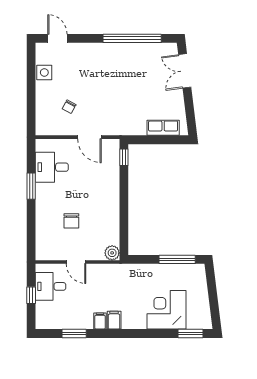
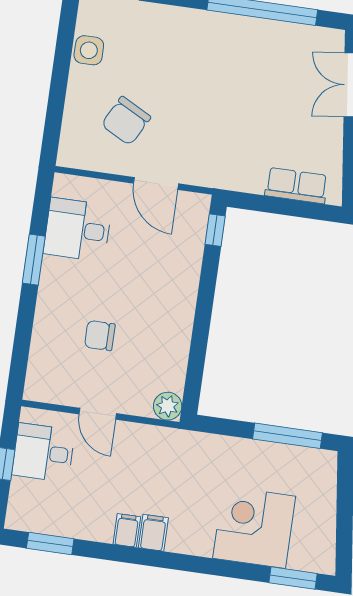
chair: (69, 107) -> (126, 121), width x1.87, depth x1.87
chair: (71, 221) -> (100, 336), turned 90
window: (74, 333) -> (50, 543), moved

